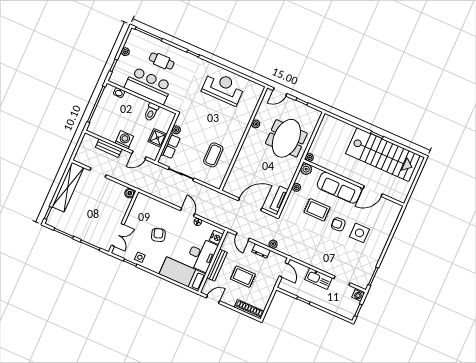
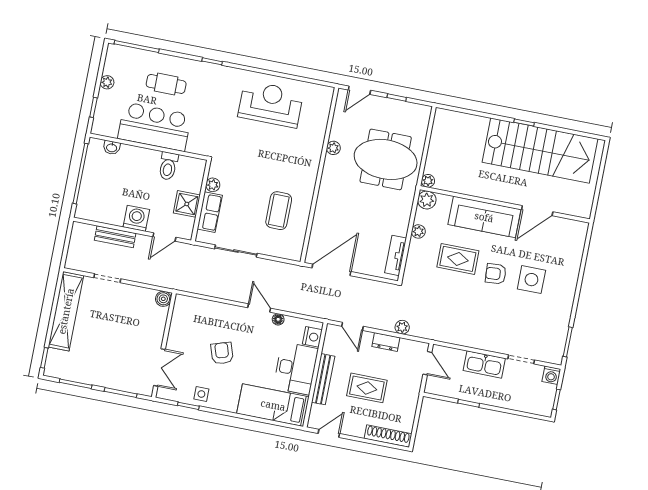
meeting table: (286, 138) -> (386, 159), turned 90
door: (250, 204) -> (331, 270), moved

